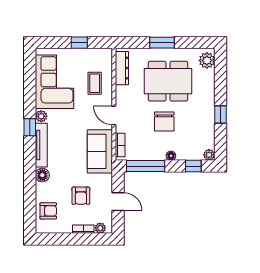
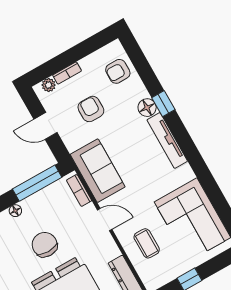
plant: (41, 116) -> (186, 173), removed
window: (30, 127) -> (163, 104), moved

